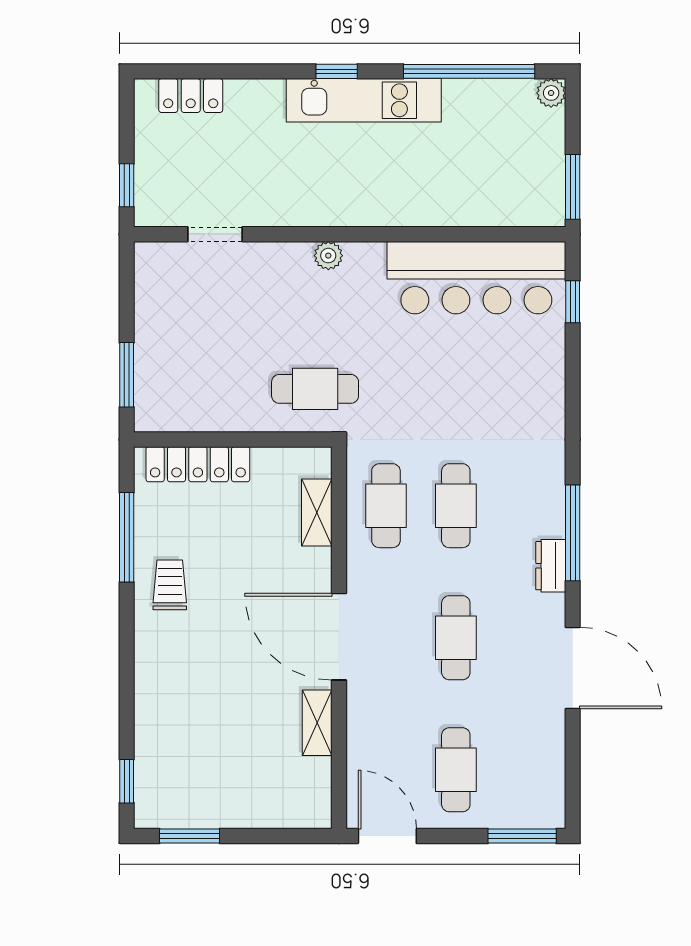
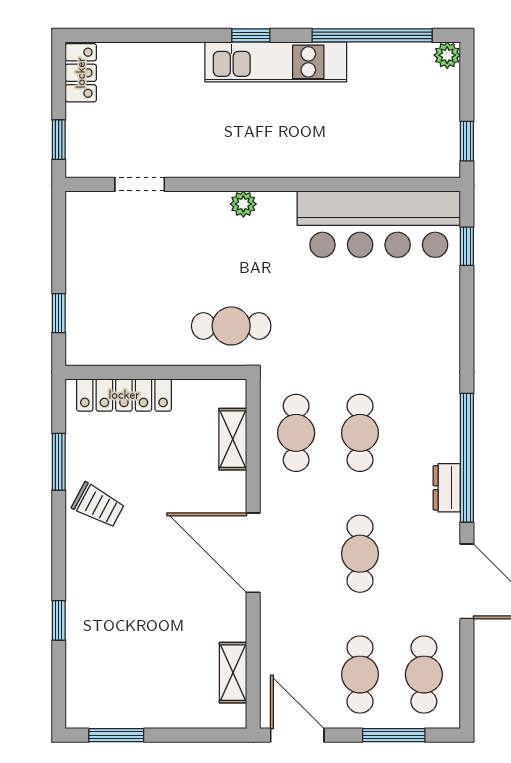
locker: (191, 96) -> (81, 73), moved, turned -90
window: (573, 187) -> (467, 141), width x0.67
window: (127, 375) -> (59, 313), width x0.67
window: (573, 533) -> (467, 458), width x1.46
window: (127, 537) -> (59, 462), width x0.69
trolley: (170, 585) -> (98, 505), turned 118
shelving: (317, 723) -> (233, 673), moved
cafe table: (526, 770) -> (424, 675), added
window: (127, 781) -> (59, 620), moved
window: (522, 836) -> (394, 735), moved

